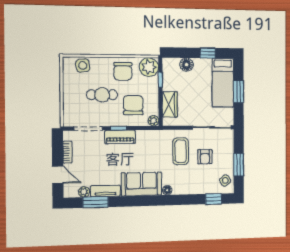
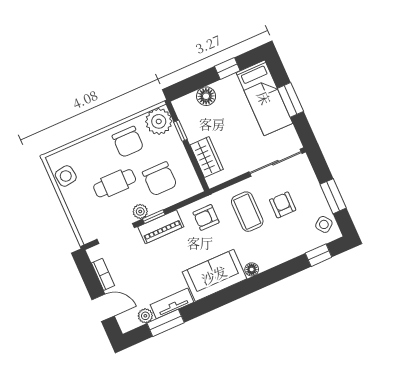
side table: (83, 65) -> (66, 176), moved
chair: (133, 105) -> (160, 179), turned 180
plant: (153, 121) -> (140, 211), moved
armchair: (152, 144) -> (206, 217), added
armchair: (205, 157) -> (283, 205), turned 180

